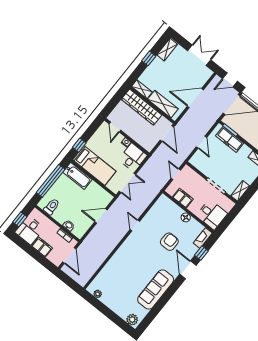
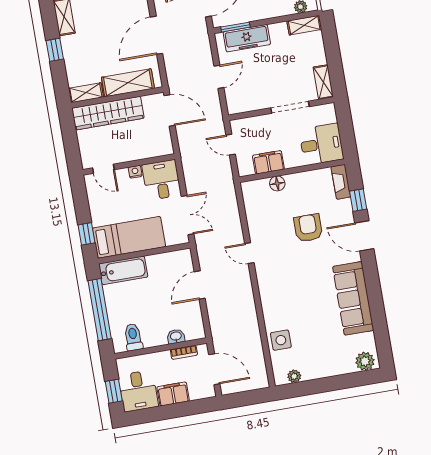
door: (201, 142) -> (219, 77), hinge flipped
floor lamp: (186, 217) -> (277, 183), moved
side table: (108, 274) -> (281, 340), added

